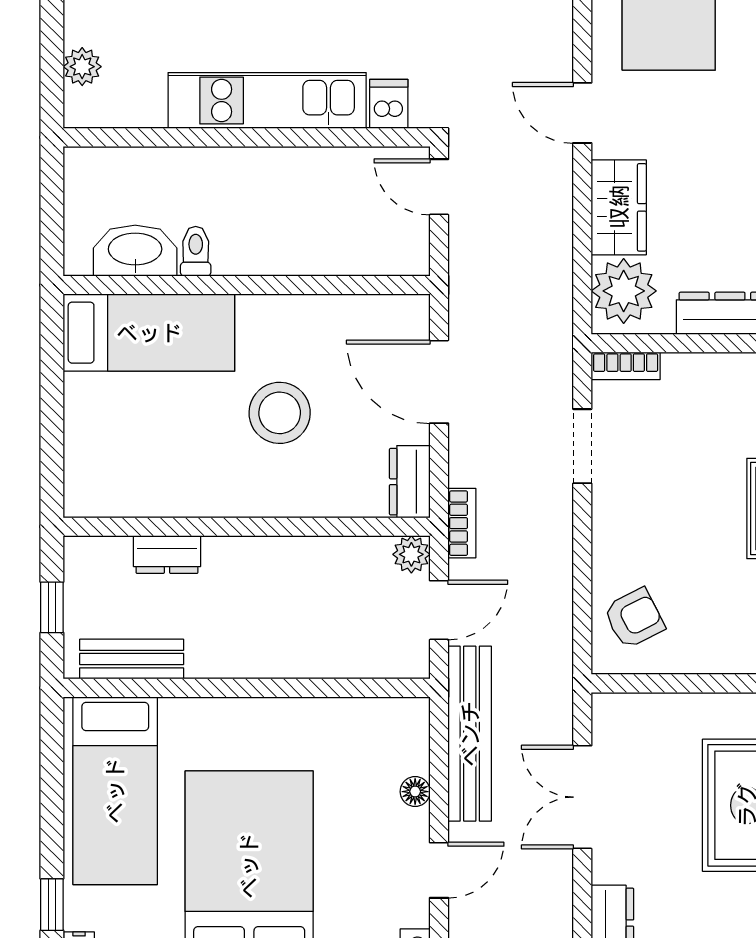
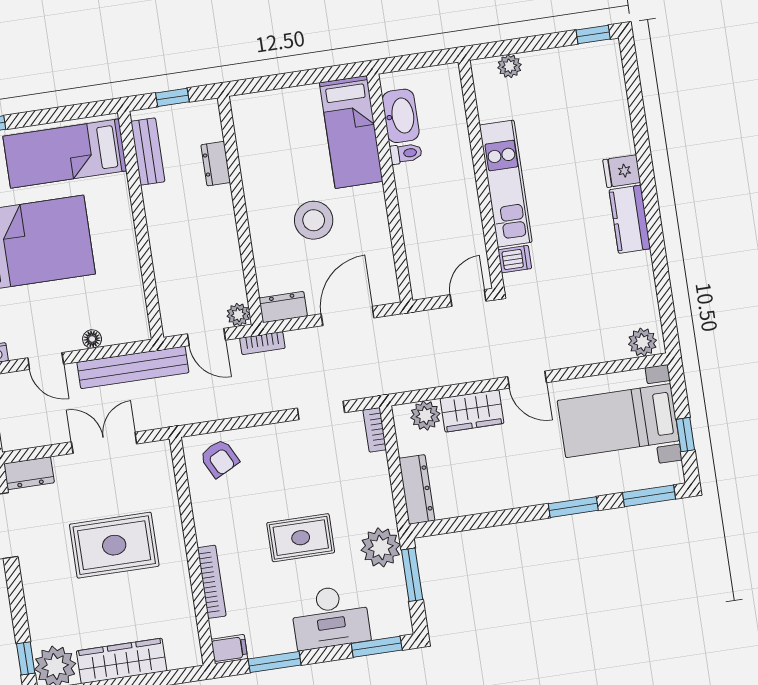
door: (582, 113) -> (527, 380), swing flipped
plant: (624, 291) -> (425, 416), width x0.73, depth x0.73

